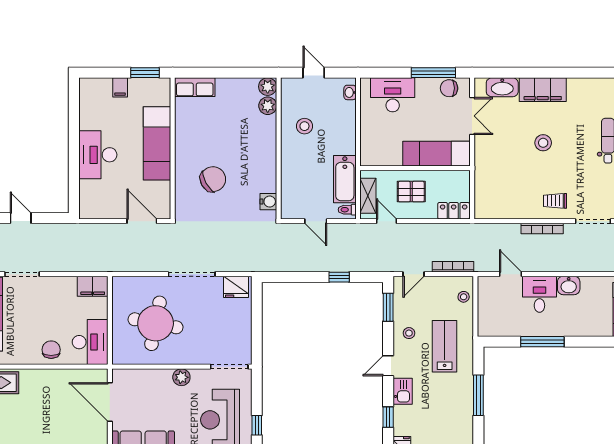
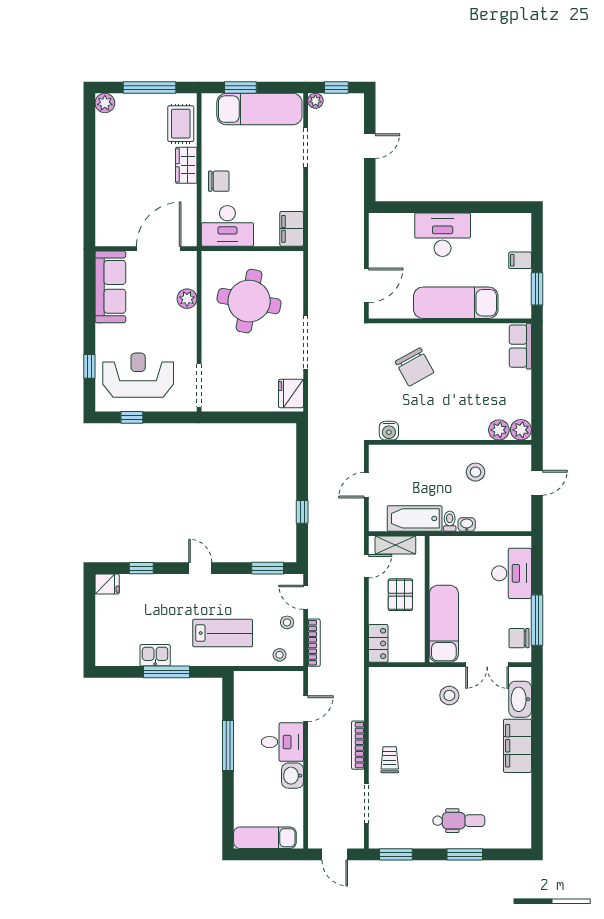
chair: (449, 88) -> (519, 638), turned -90
washbasin: (350, 92) -> (467, 524), moved
stool: (543, 143) -> (449, 695), moved
toilet: (347, 210) -> (450, 521), moved
stool: (409, 333) -> (287, 622), moved
plant: (181, 377) -> (187, 299), moved
wardrobe: (37, 378) -> (186, 165), added
kitchen sink: (403, 391) -> (155, 655), moved, turned 180

